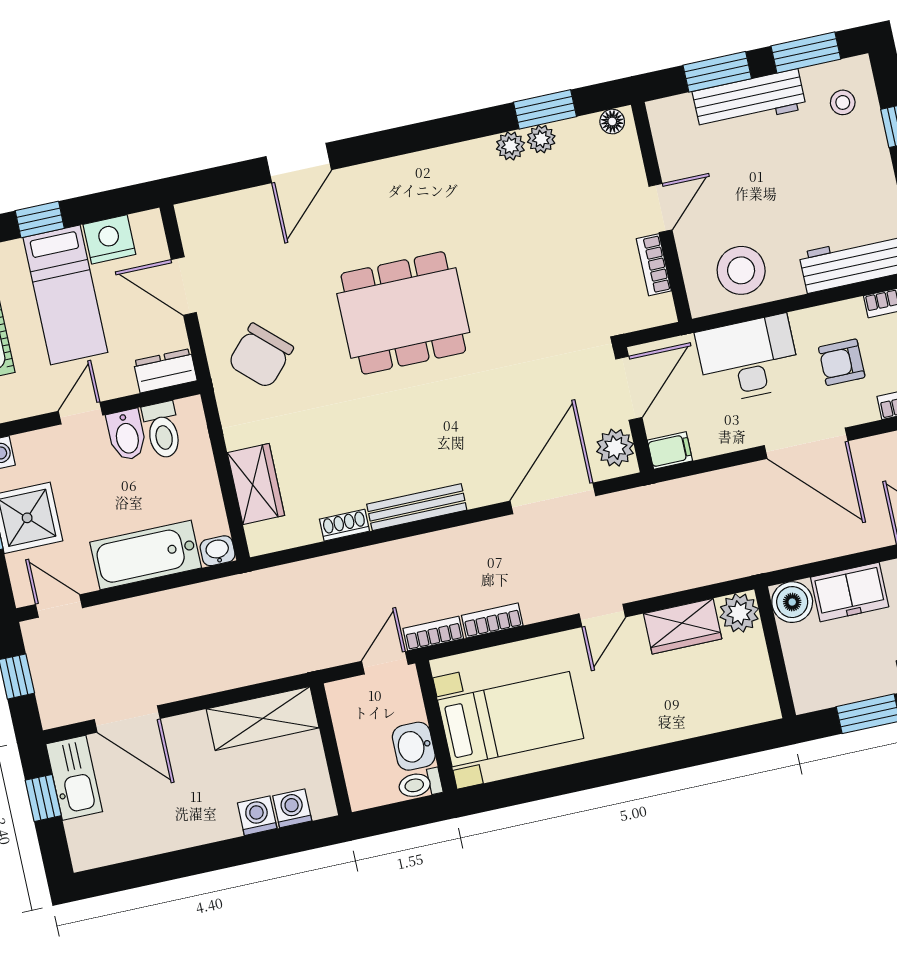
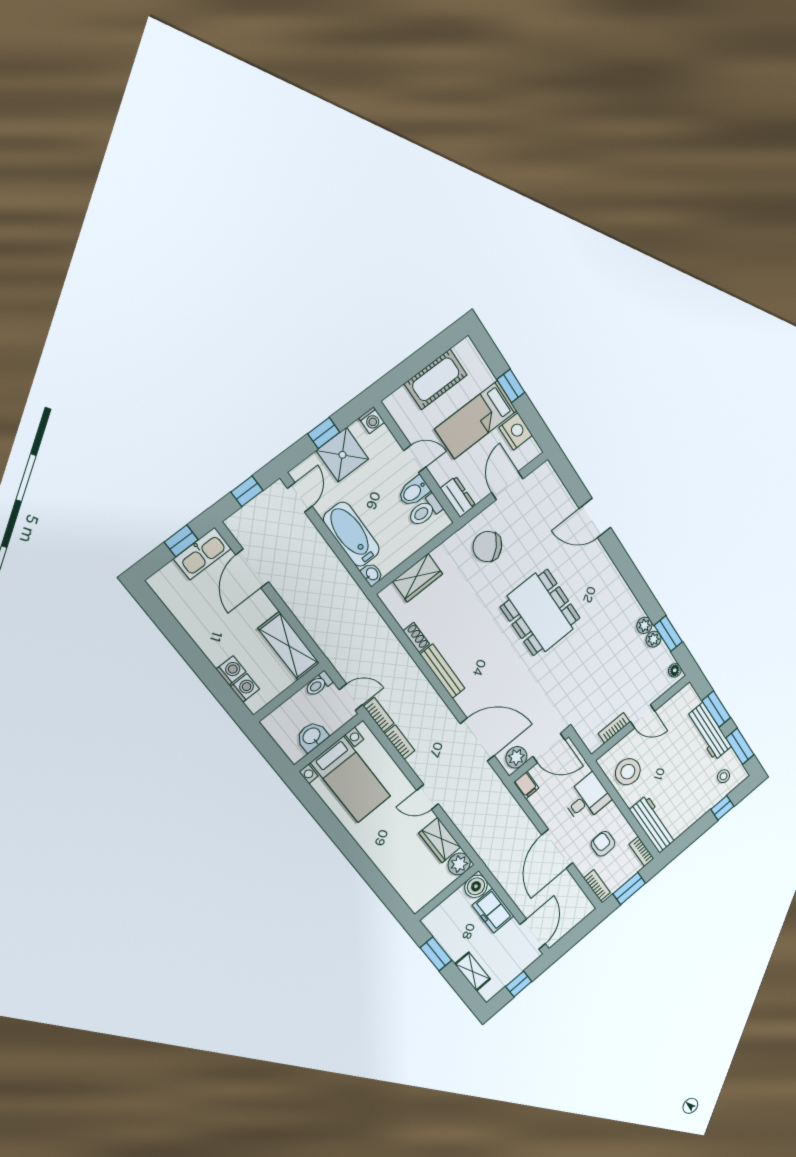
desk: (748, 359) -> (587, 799), width x0.73
toilet: (420, 784) -> (319, 684), moved, turned -90

